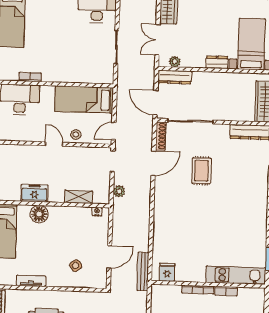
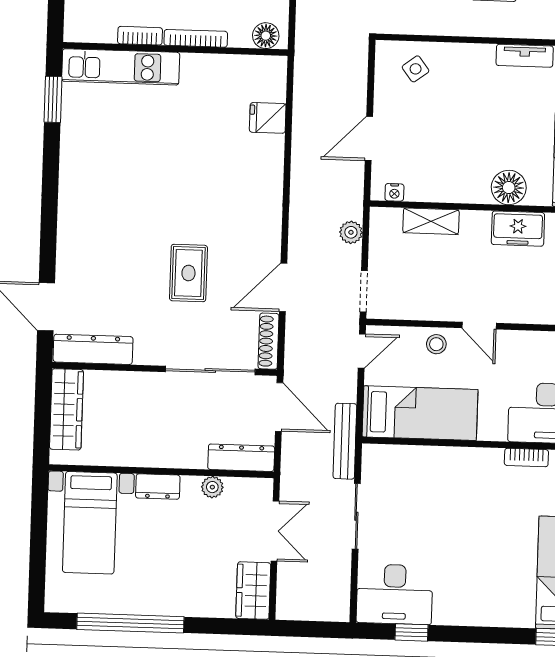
plant: (175, 62) -> (212, 487), moved
door: (109, 257) -> (369, 139), moved
side table: (76, 266) -> (416, 69), moved
bench: (143, 271) -> (345, 441), moved
fridge: (167, 272) -> (268, 118), moved, turned 90
floor lamp: (162, 291) -> (266, 36), added

